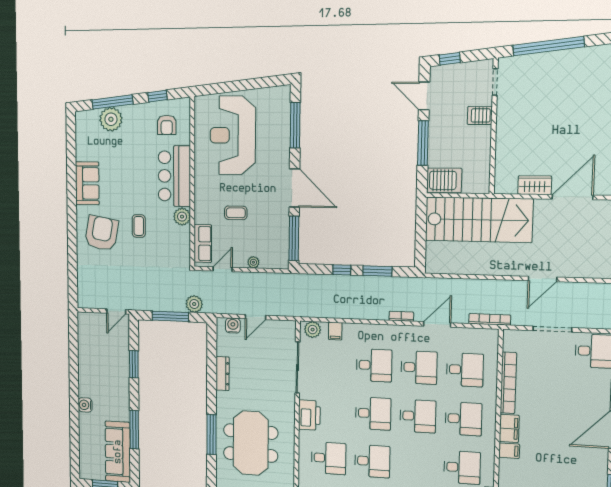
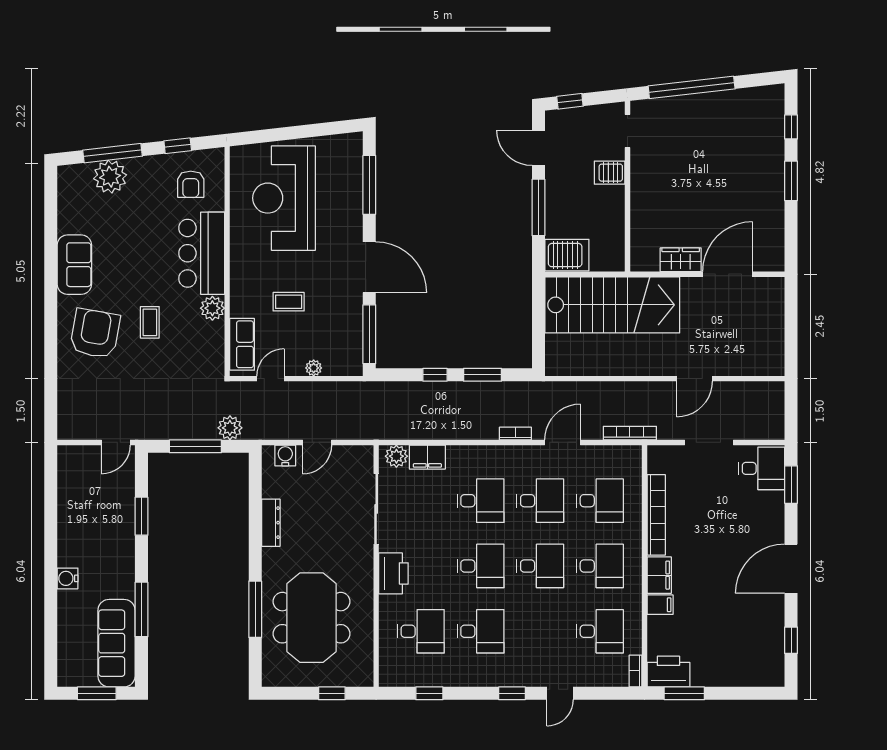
filing cabinet: (335, 331) -> (427, 457), width x2.00

